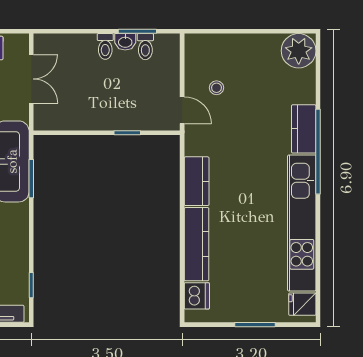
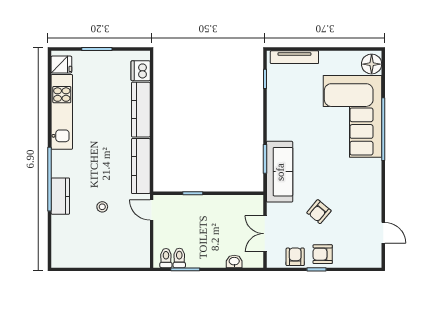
washbasin: (125, 42) -> (234, 262), moved
toilet: (105, 46) -> (166, 258), moved
plant: (299, 51) -> (64, 255), removed
stool: (217, 88) -> (102, 207), moved
kitchen counter: (197, 181) -> (141, 166), width x1.50
kitchen unit: (302, 223) -> (62, 112), width x0.73

